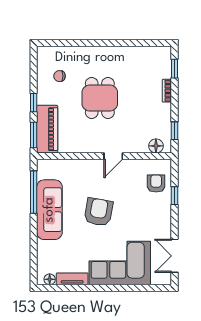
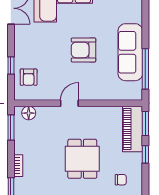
window: (175, 131) -> (11, 128), width x1.50
armchair: (98, 212) -> (84, 50), turned 80

